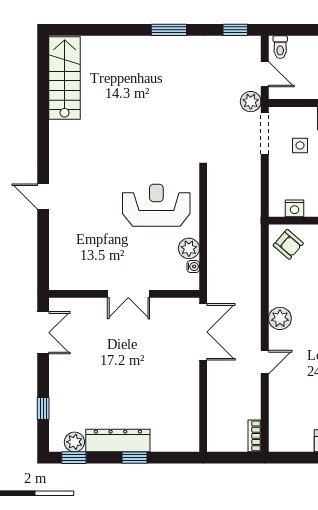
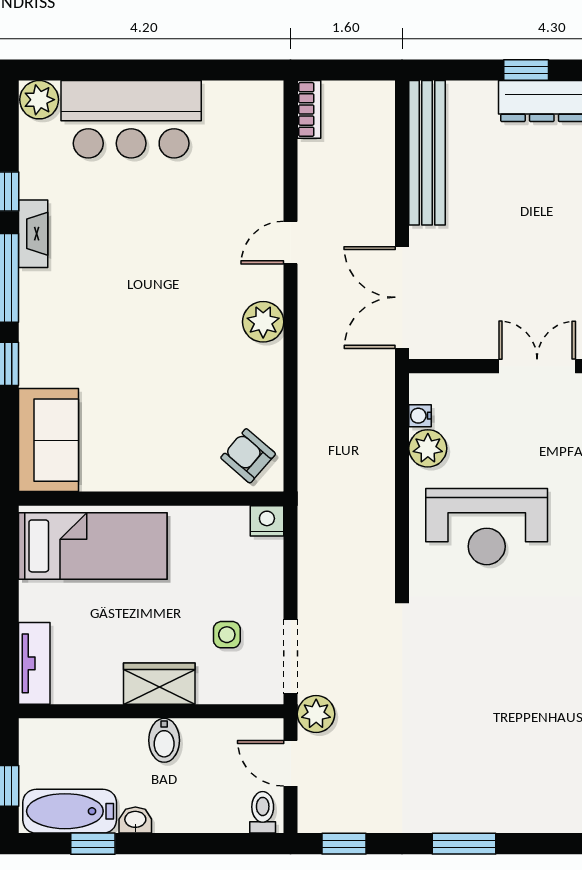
nightstand: (295, 208) -> (267, 521), moved
bench: (189, 412) -> (427, 153), added

